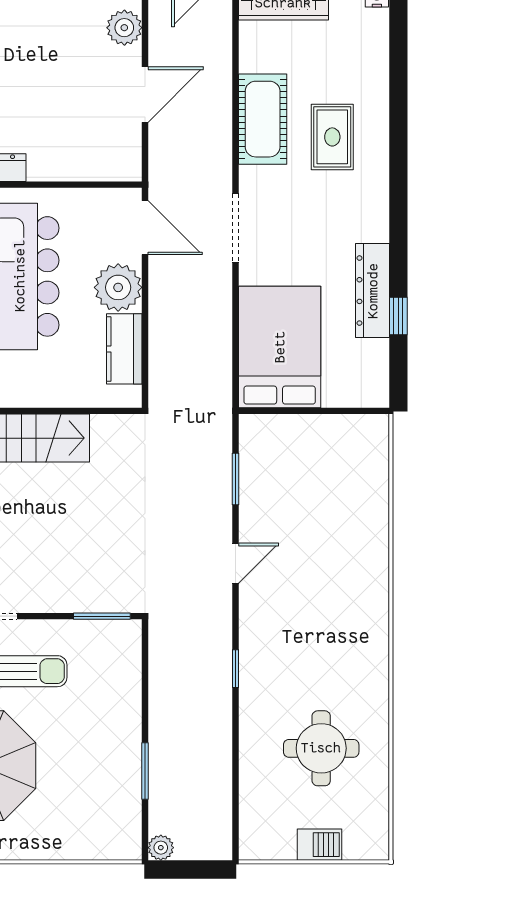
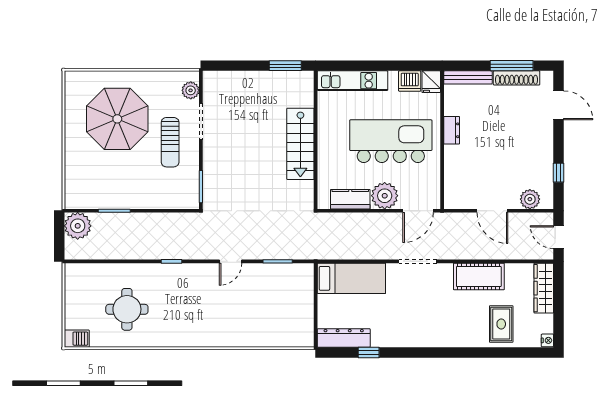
rug: (332, 137) -> (501, 324), moved, turned 90
dresser: (373, 291) -> (344, 338), moved
bed: (280, 347) -> (351, 278), width x0.67
door: (235, 563) -> (230, 261), hinge flipped
barbecue: (320, 845) -> (77, 339), moved, turned -90
plant: (161, 848) -> (78, 226), width x1.88, depth x1.88

